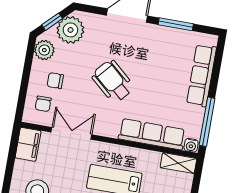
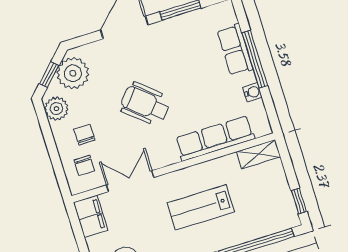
row of seats: (202, 75) -> (235, 50), width x0.68
chair: (55, 81) -> (84, 135), turned 90
window: (207, 122) -> (255, 59), moved
water cooler: (191, 145) -> (252, 92), moved, turned -90

